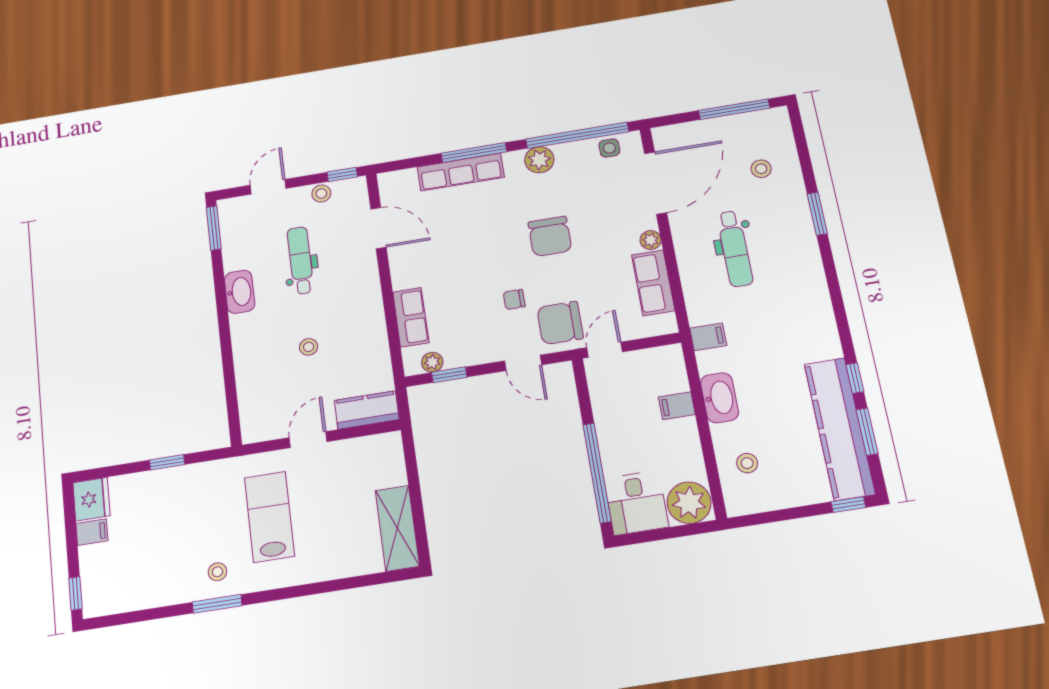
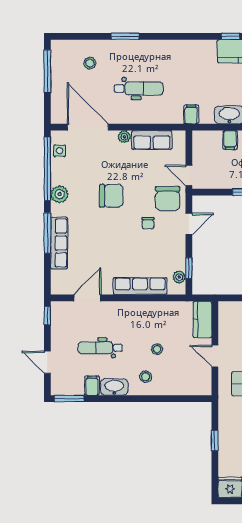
stool: (321, 194) -> (146, 377), moved
filing cabinet: (238, 258) -> (92, 386), added
row of seats: (411, 317) -> (140, 286), width x1.48

